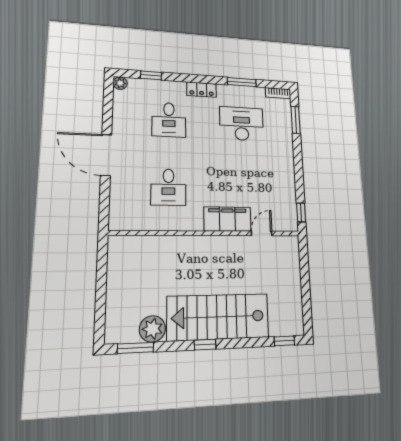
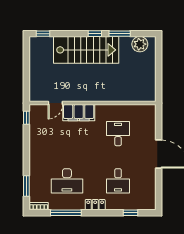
window: (242, 82) -> (66, 213), width x1.44
plant: (120, 83) -> (151, 205), removed
desk: (169, 120) -> (118, 181), turned 180
plant: (152, 329) -> (140, 44), moved
window: (136, 348) -> (120, 34), moved

